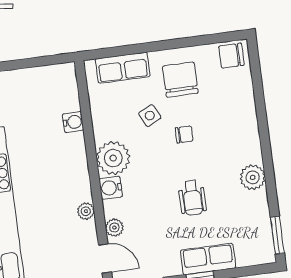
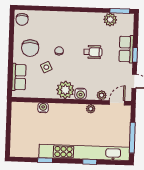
chair: (180, 80) -> (30, 48), turned -90
plant: (253, 177) -> (110, 20), moved

